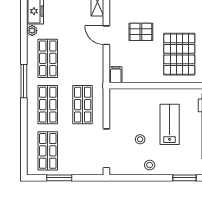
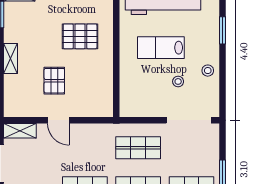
door: (106, 35) -> (58, 120), hinge flipped
pallet: (179, 54) -> (80, 36), width x0.73, depth x0.71
filing cabinet: (116, 75) -> (104, 109), removed

